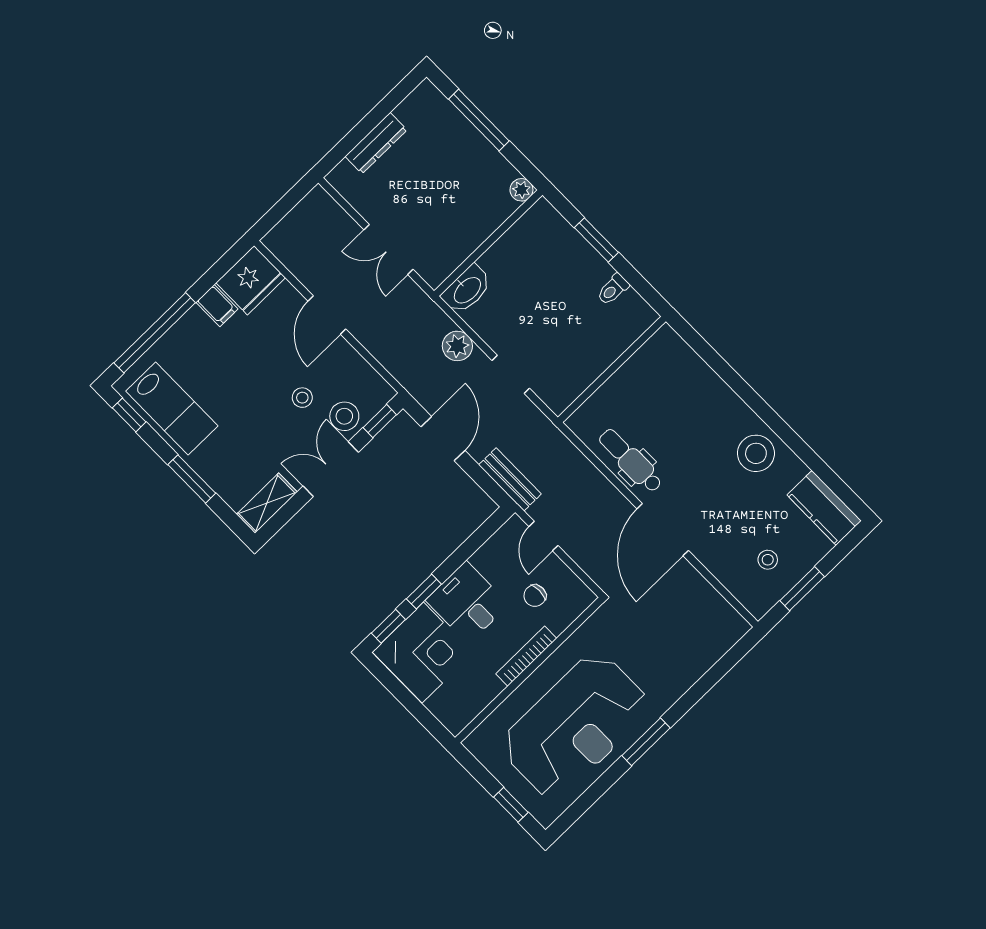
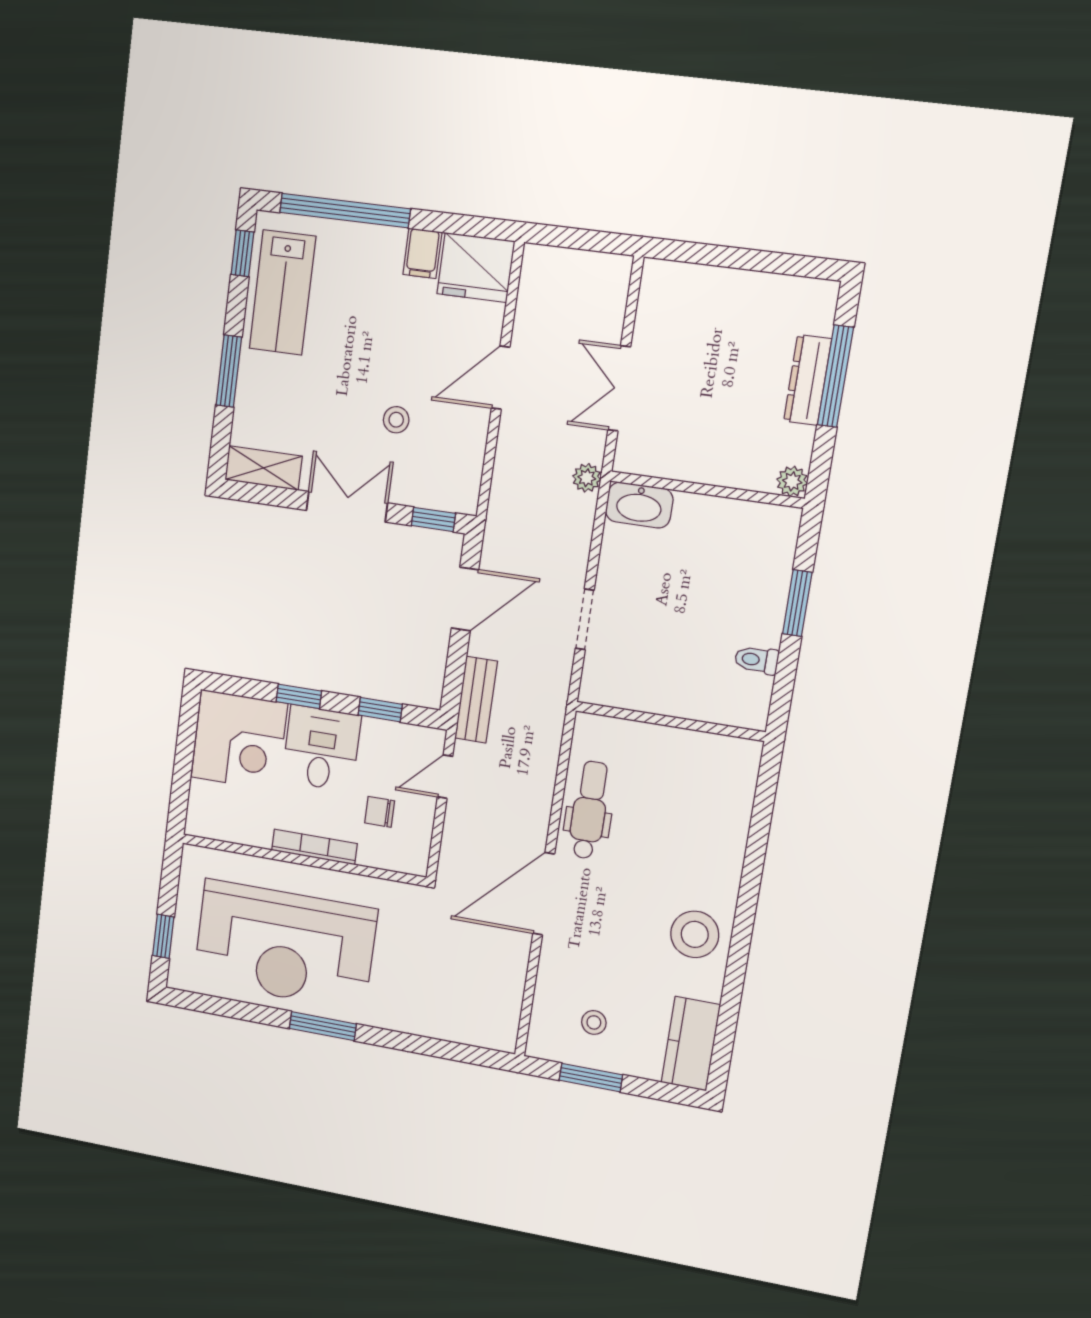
dresser: (376, 143) -> (808, 380), moved, turned 90
plant: (457, 346) -> (587, 478), moved, width x0.73, depth x0.73
stool: (344, 416) -> (410, 479), removed
window: (388, 626) -> (380, 710), moved

